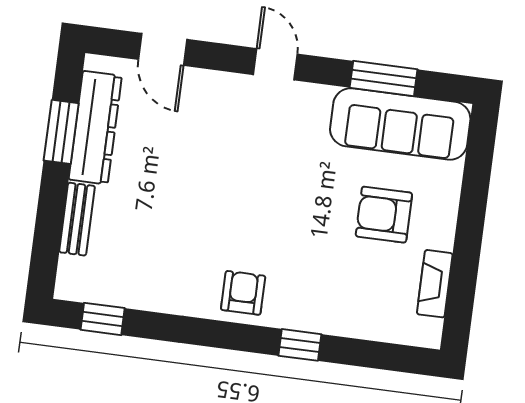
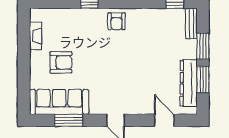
window: (51, 209) -> (203, 46), added
bench: (77, 219) -> (191, 23), moved

